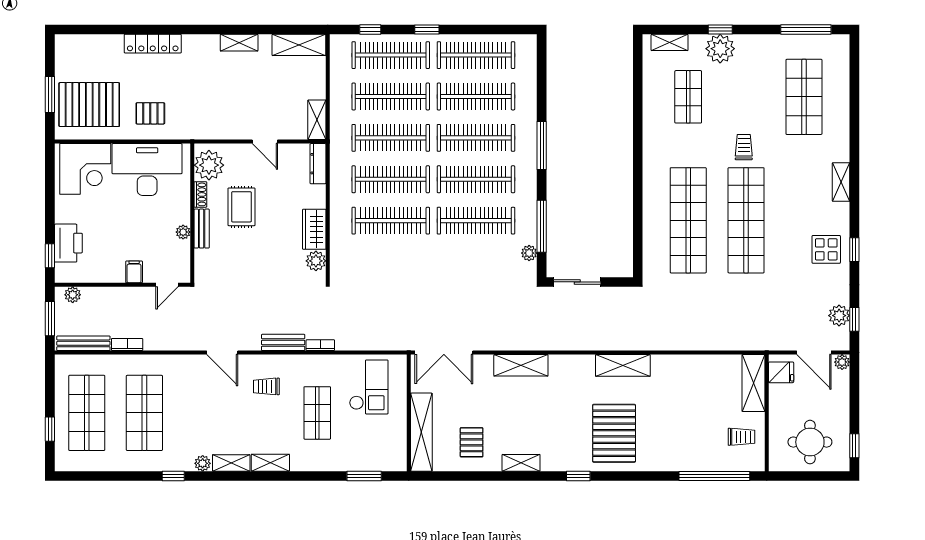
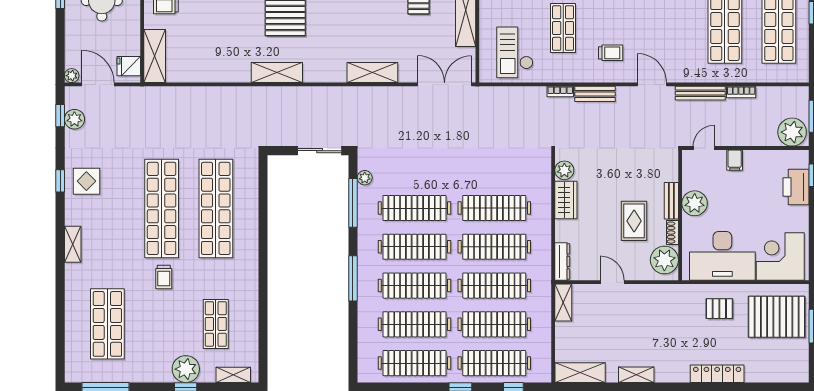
plant: (183, 232) -> (695, 203), width x1.87, depth x1.87
plant: (73, 295) -> (792, 132), width x1.88, depth x1.88
bench: (83, 343) -> (700, 93), moved

